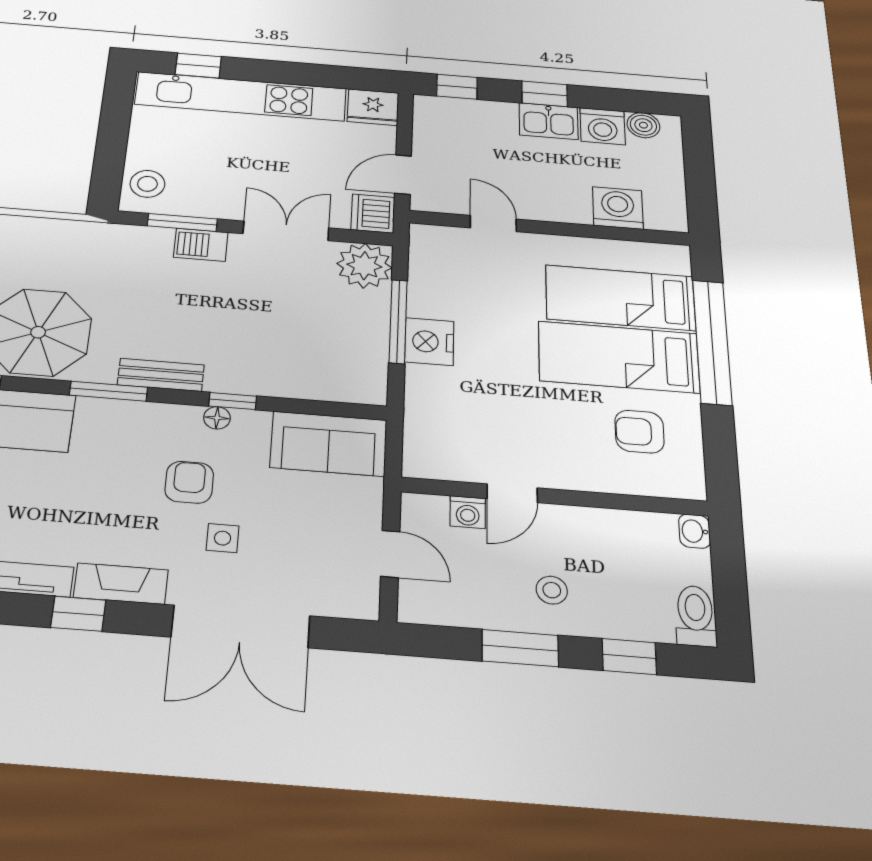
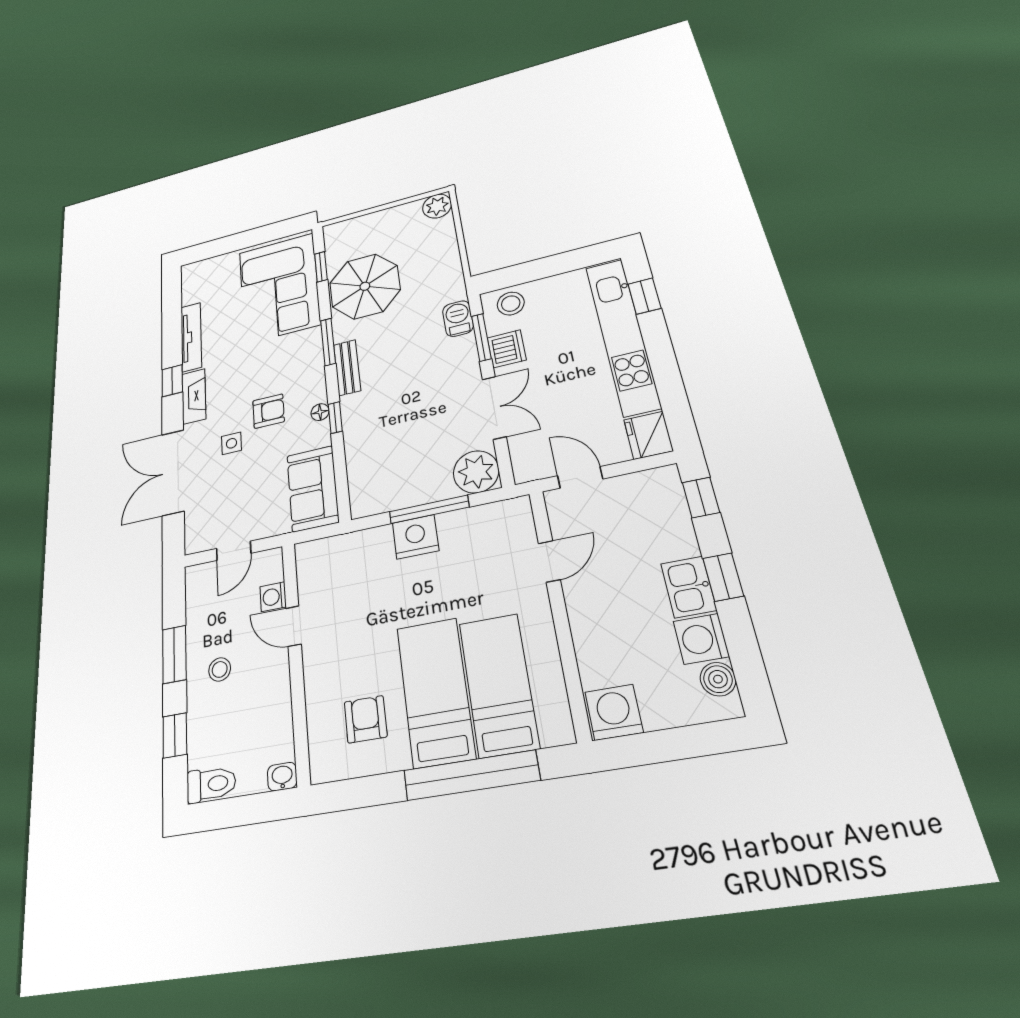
washing machine: (618, 208) -> (614, 712), moved, turned -90
dishwasher: (373, 214) -> (507, 349), moved, turned 90
barbecue: (201, 245) -> (458, 319), moved

